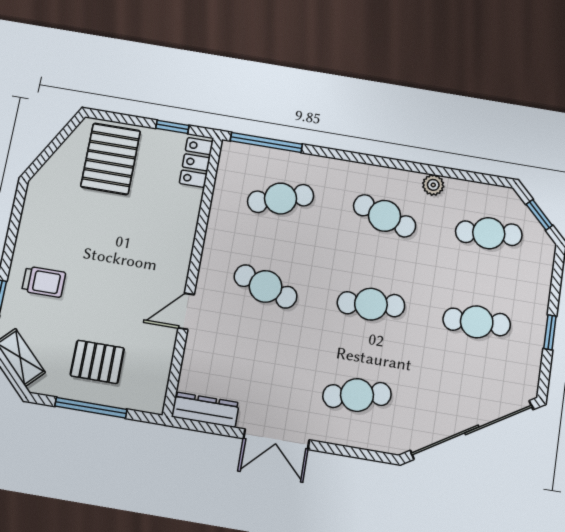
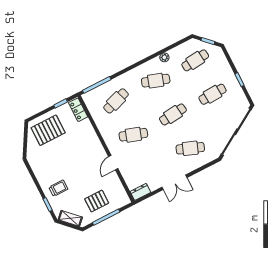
pallet: (111, 159) -> (48, 130), turned 90
cafe table: (357, 395) -> (190, 148), turned 33
dresser: (205, 410) -> (140, 192), width x0.70

